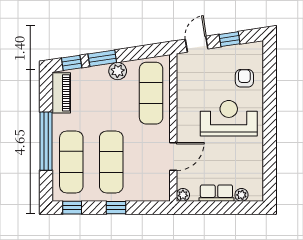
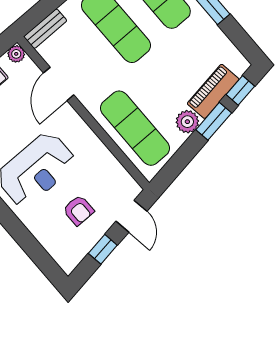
armchair: (244, 78) -> (78, 210), moved
piano: (61, 93) -> (213, 91), moved, turned 81
bench: (154, 195) -> (45, 29), added

